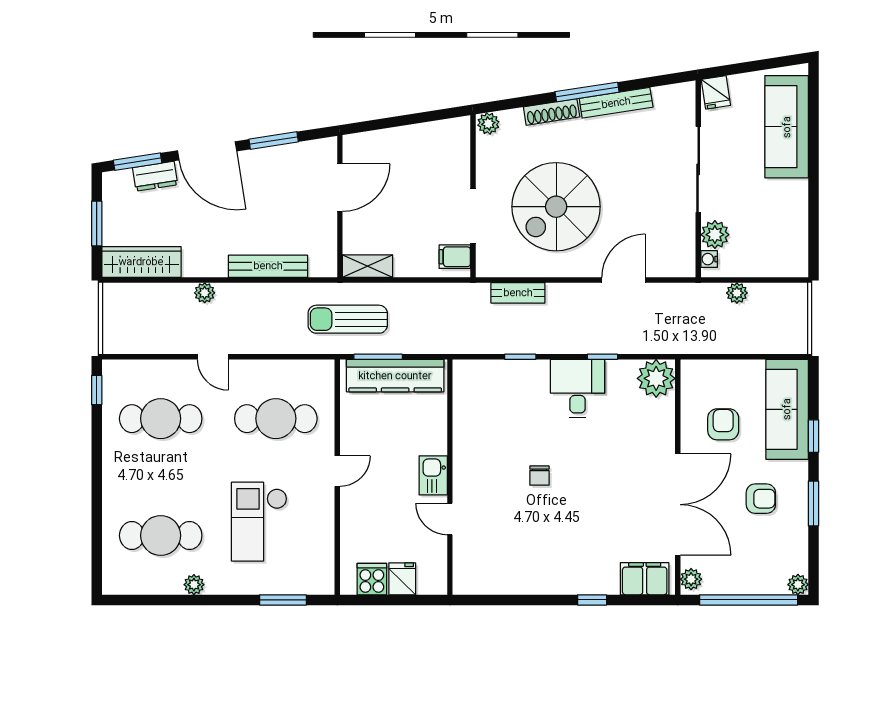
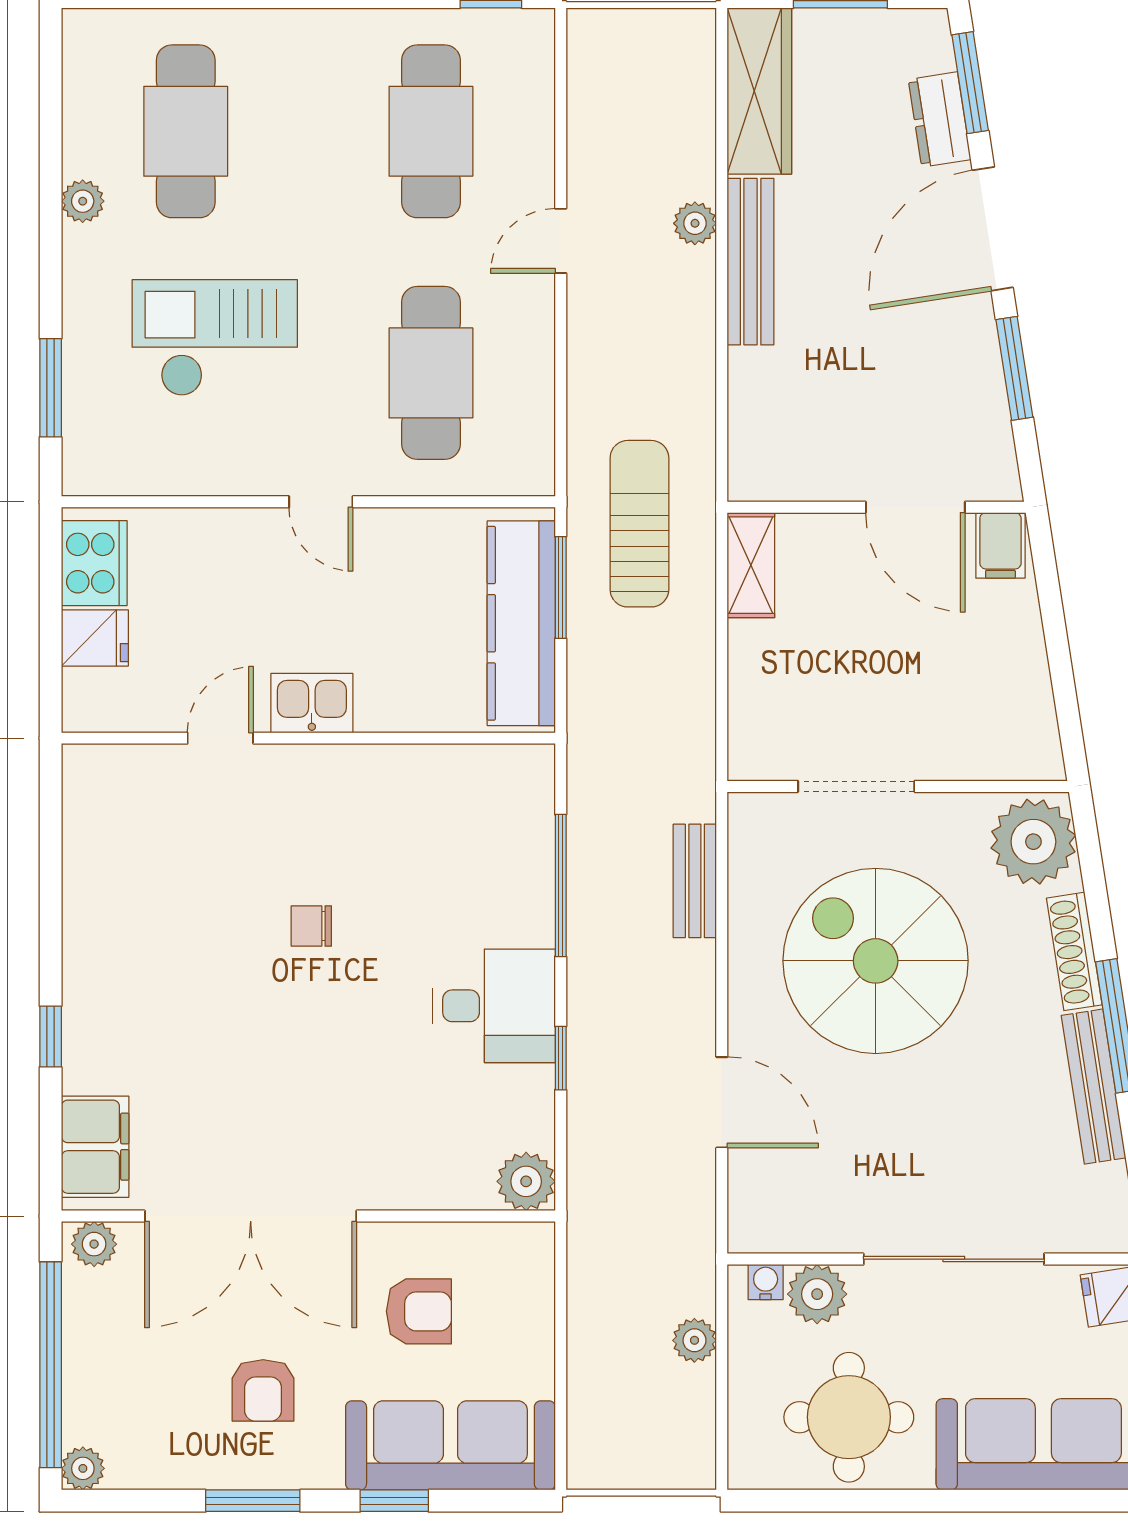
plant: (488, 123) -> (1033, 842), width x1.88, depth x1.88
round table: (774, 219) -> (849, 1417), added
filing cabinet: (455, 257) -> (1000, 545), moved, turned 180
bench: (268, 266) -> (751, 262), moved
window: (520, 357) -> (561, 885), width x2.17
plant: (656, 378) -> (526, 1181), width x0.73, depth x0.73
cooker: (372, 579) -> (94, 563), width x1.36

